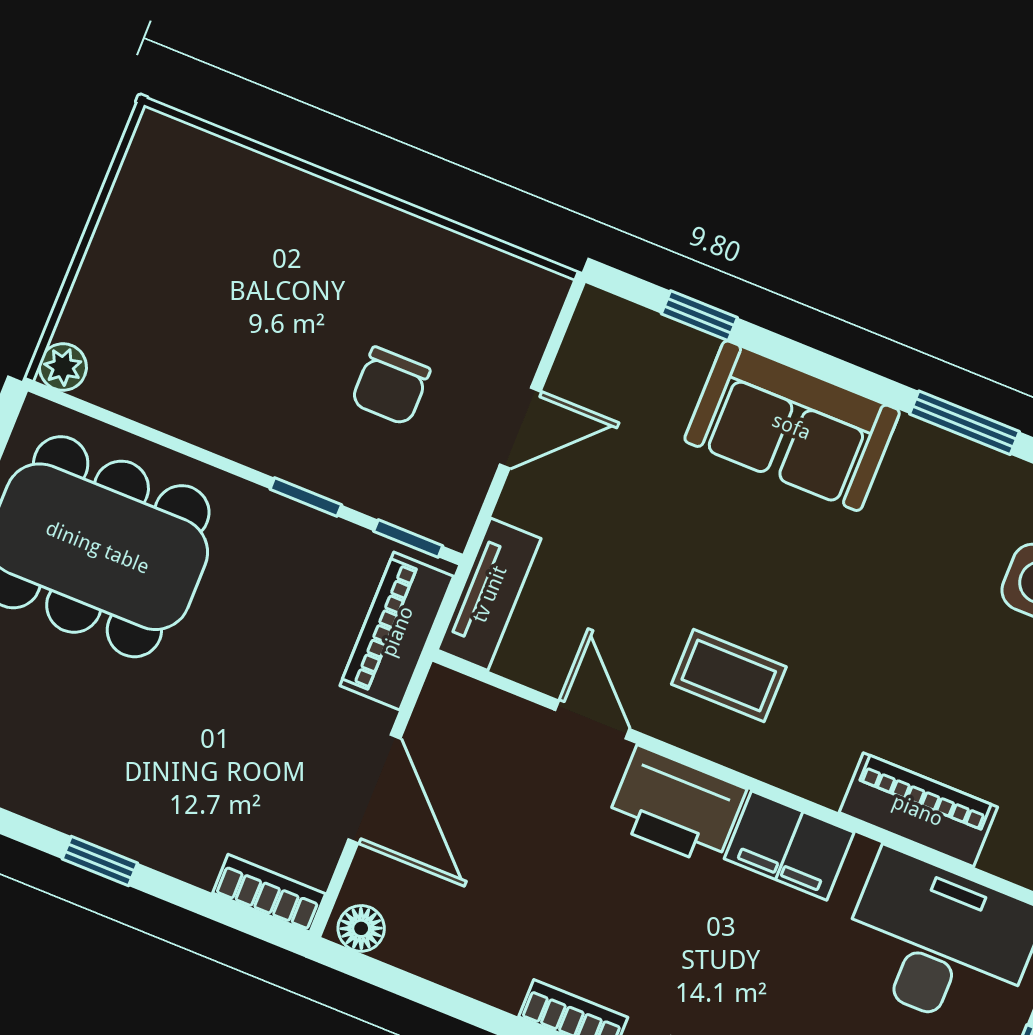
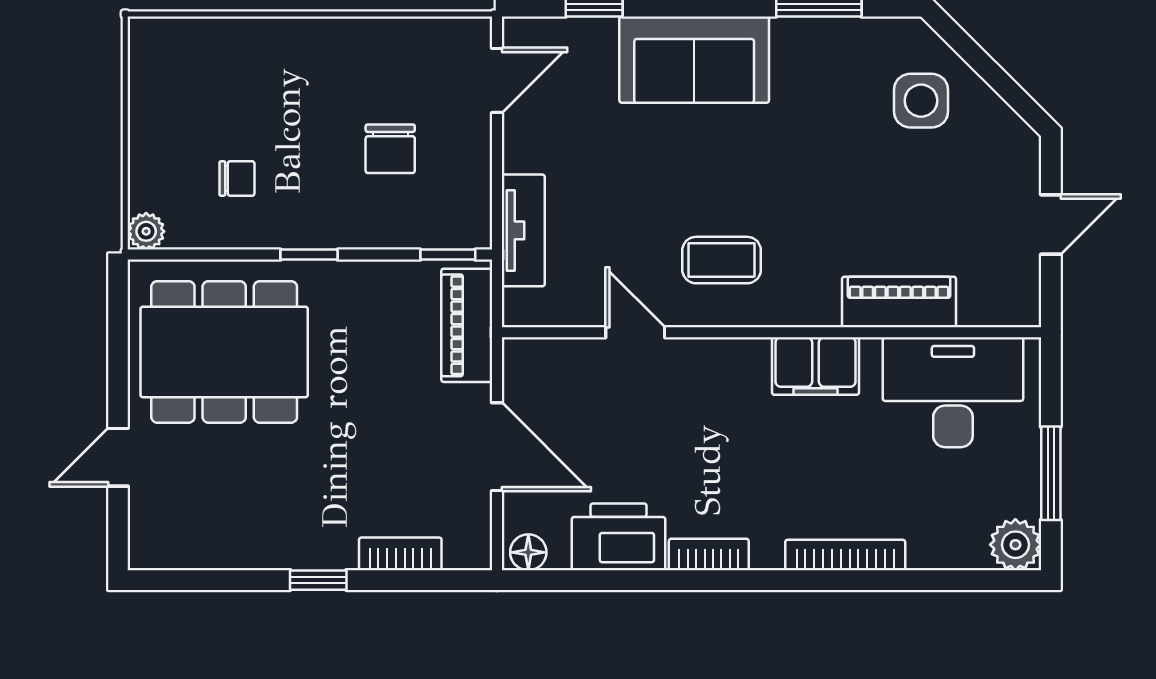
chair: (195, 348) -> (237, 178), added
door: (520, 428) -> (497, 80), moved
window: (306, 497) -> (309, 255), moved
tv unit: (489, 594) -> (523, 230), moved
printer: (676, 806) -> (619, 537), moved, turned 180
bookcase: (269, 893) -> (400, 554), moved

